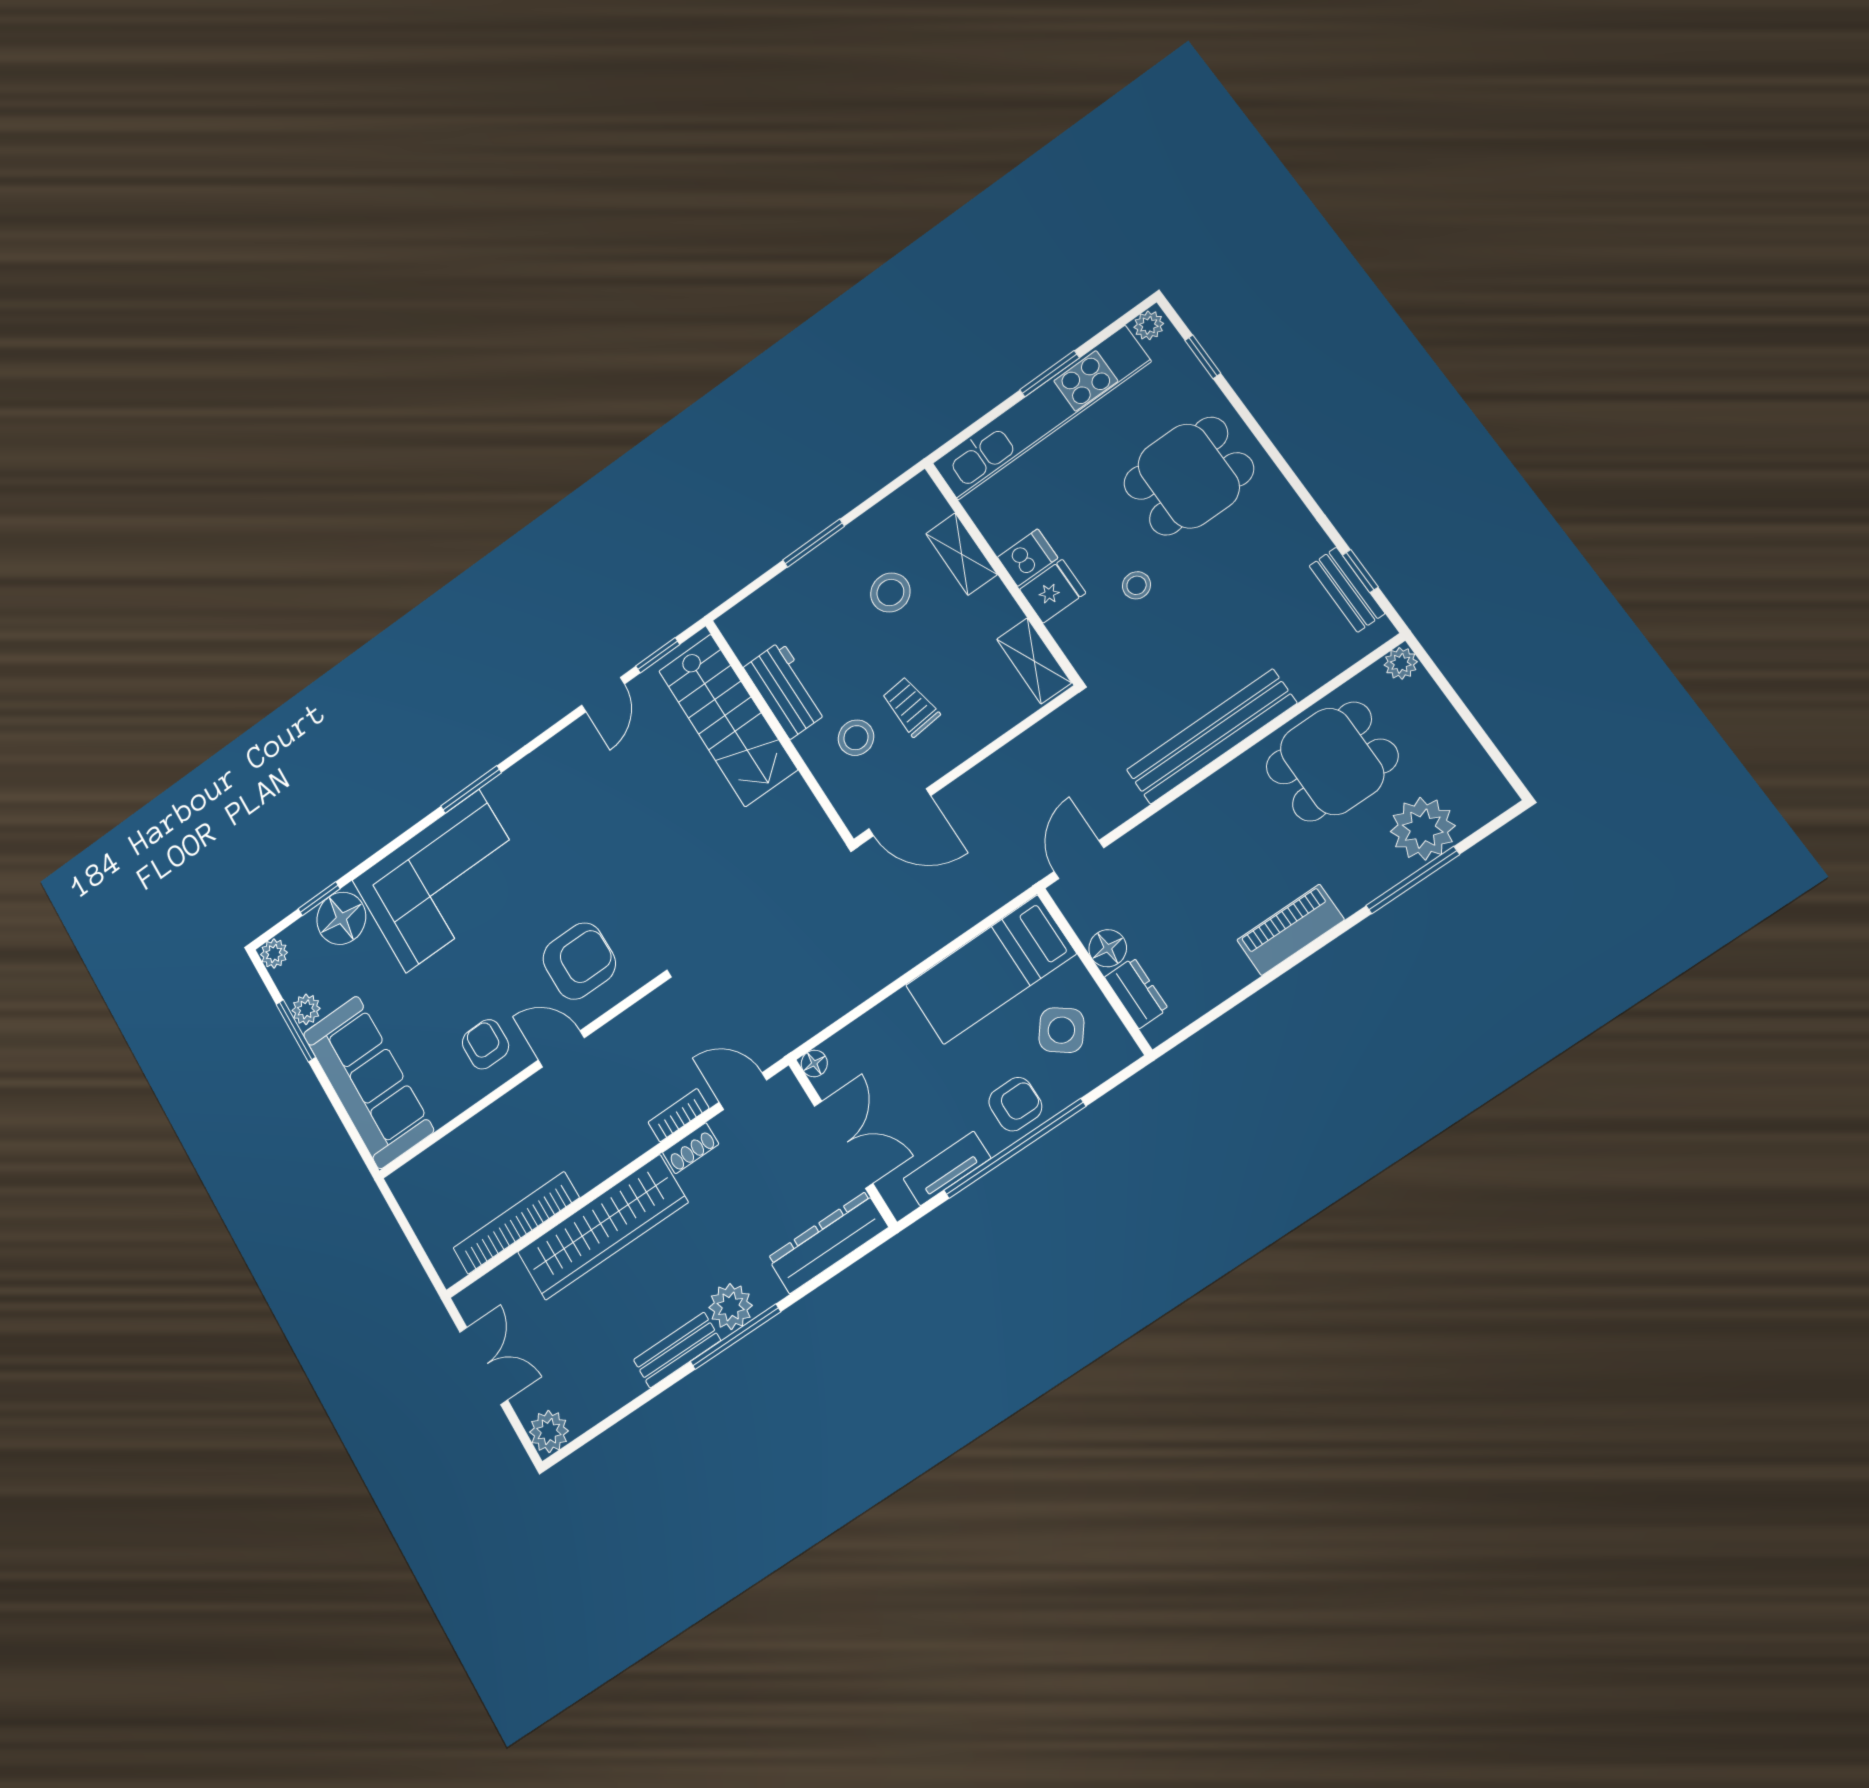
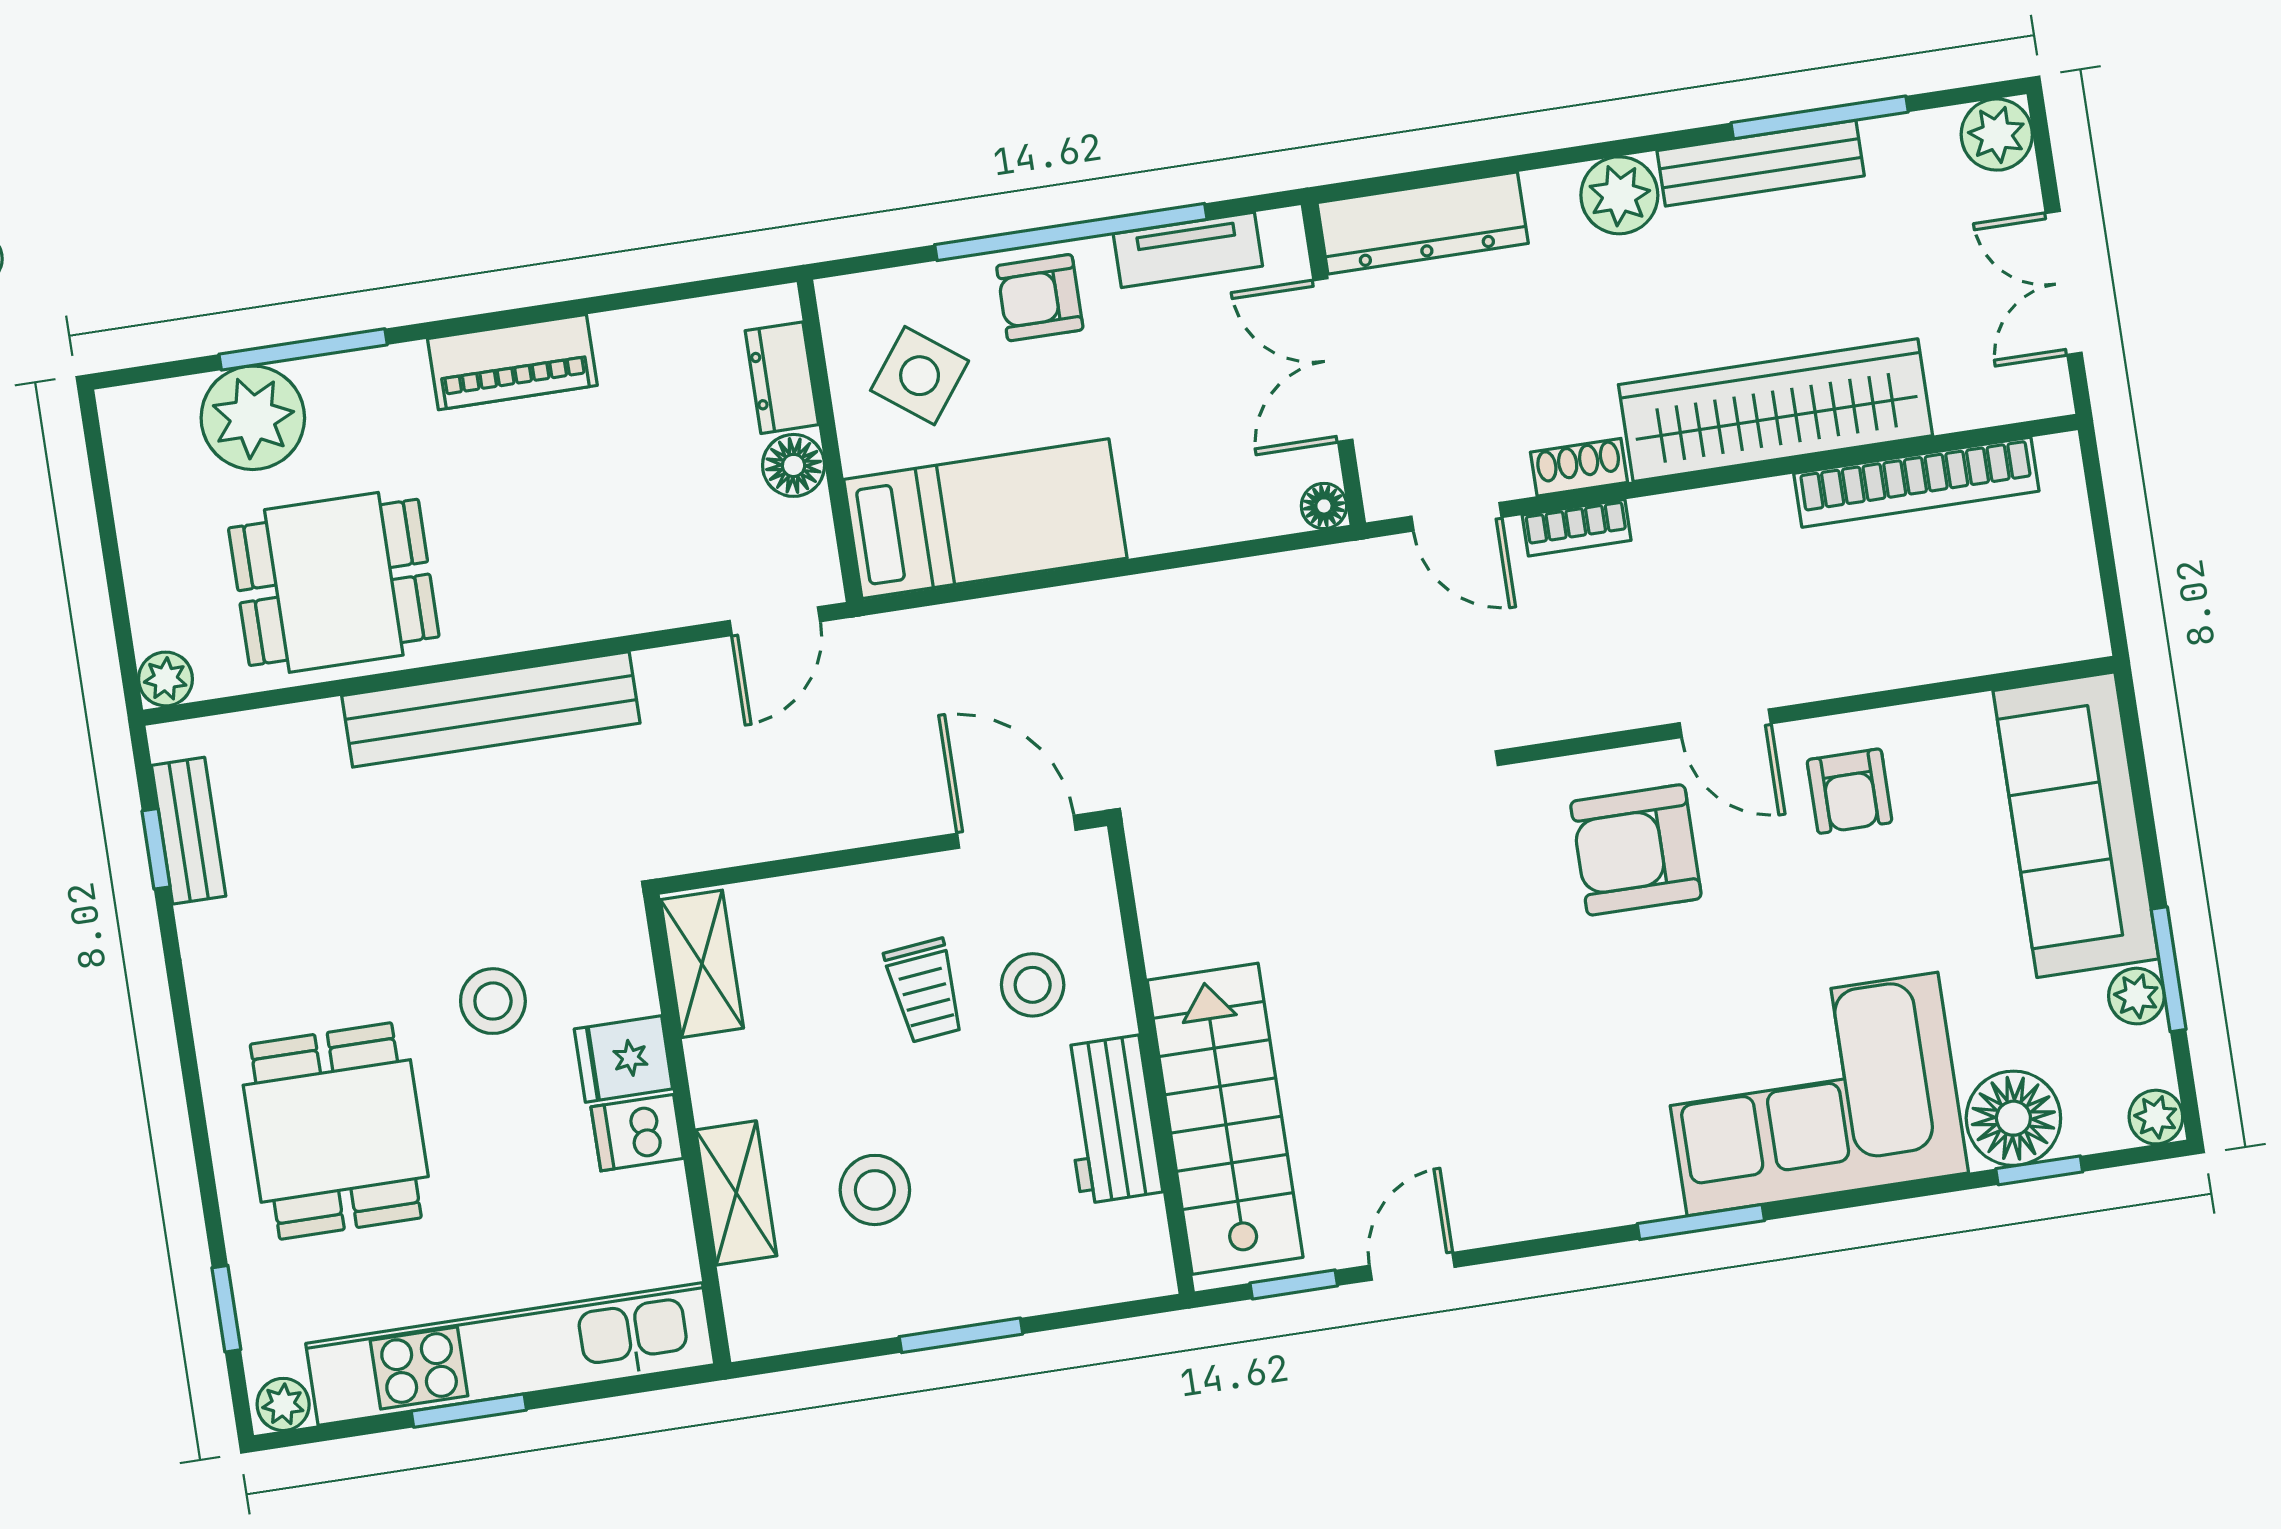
dining table: (1189, 476) -> (336, 1131), turned 90
stool: (1137, 585) -> (493, 1001), width x1.37, depth x1.37
window: (736, 1337) -> (1820, 117), moved
bench: (677, 1350) -> (1761, 163), width x1.36

